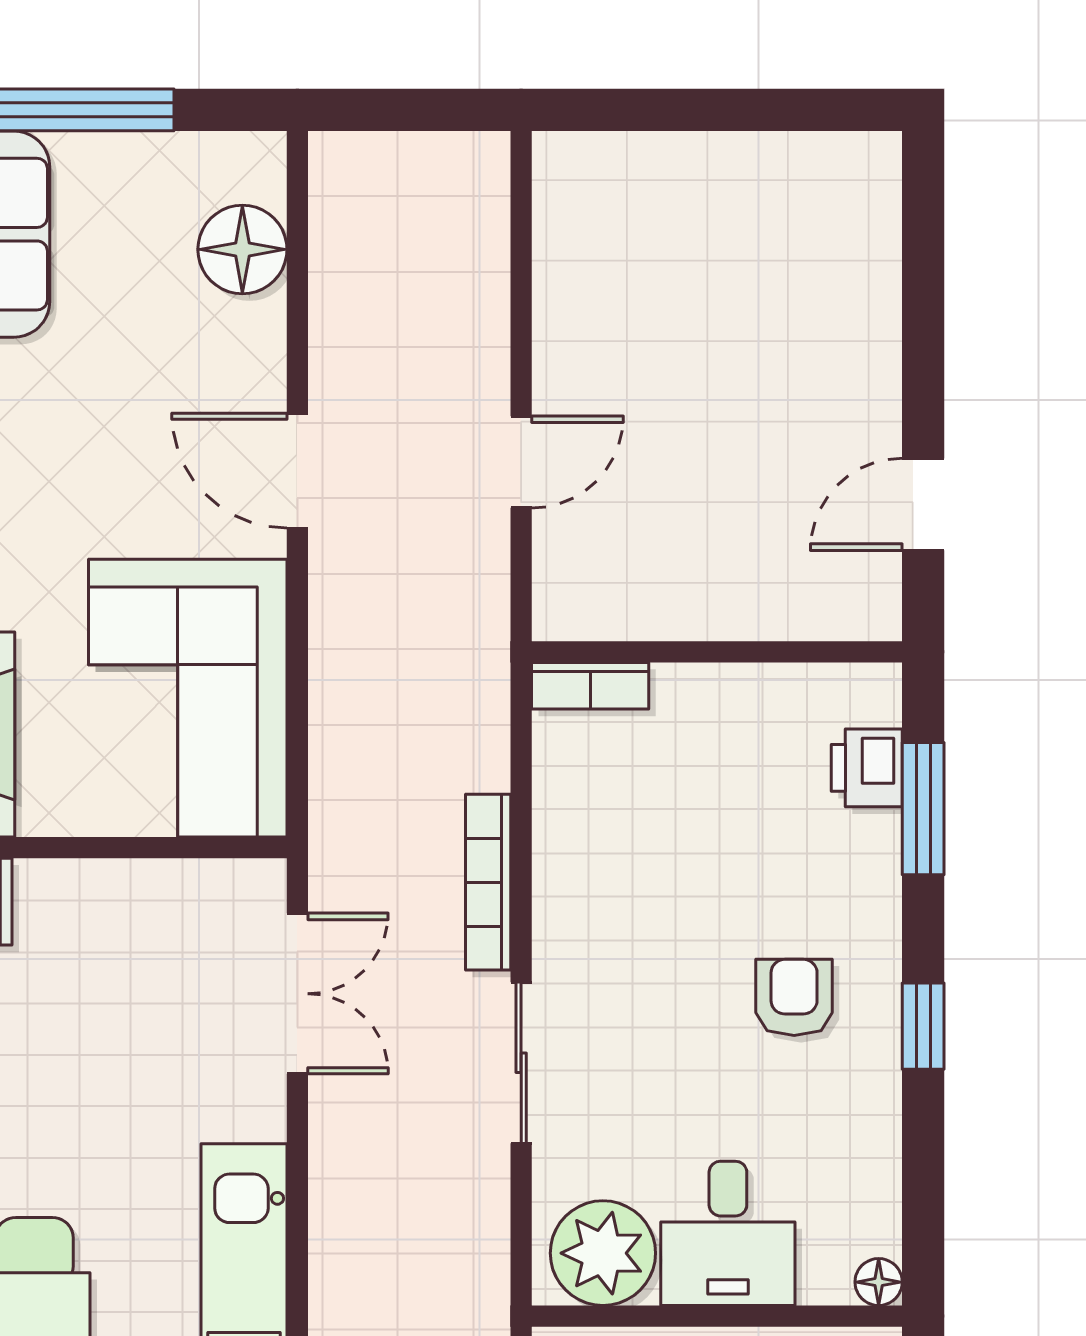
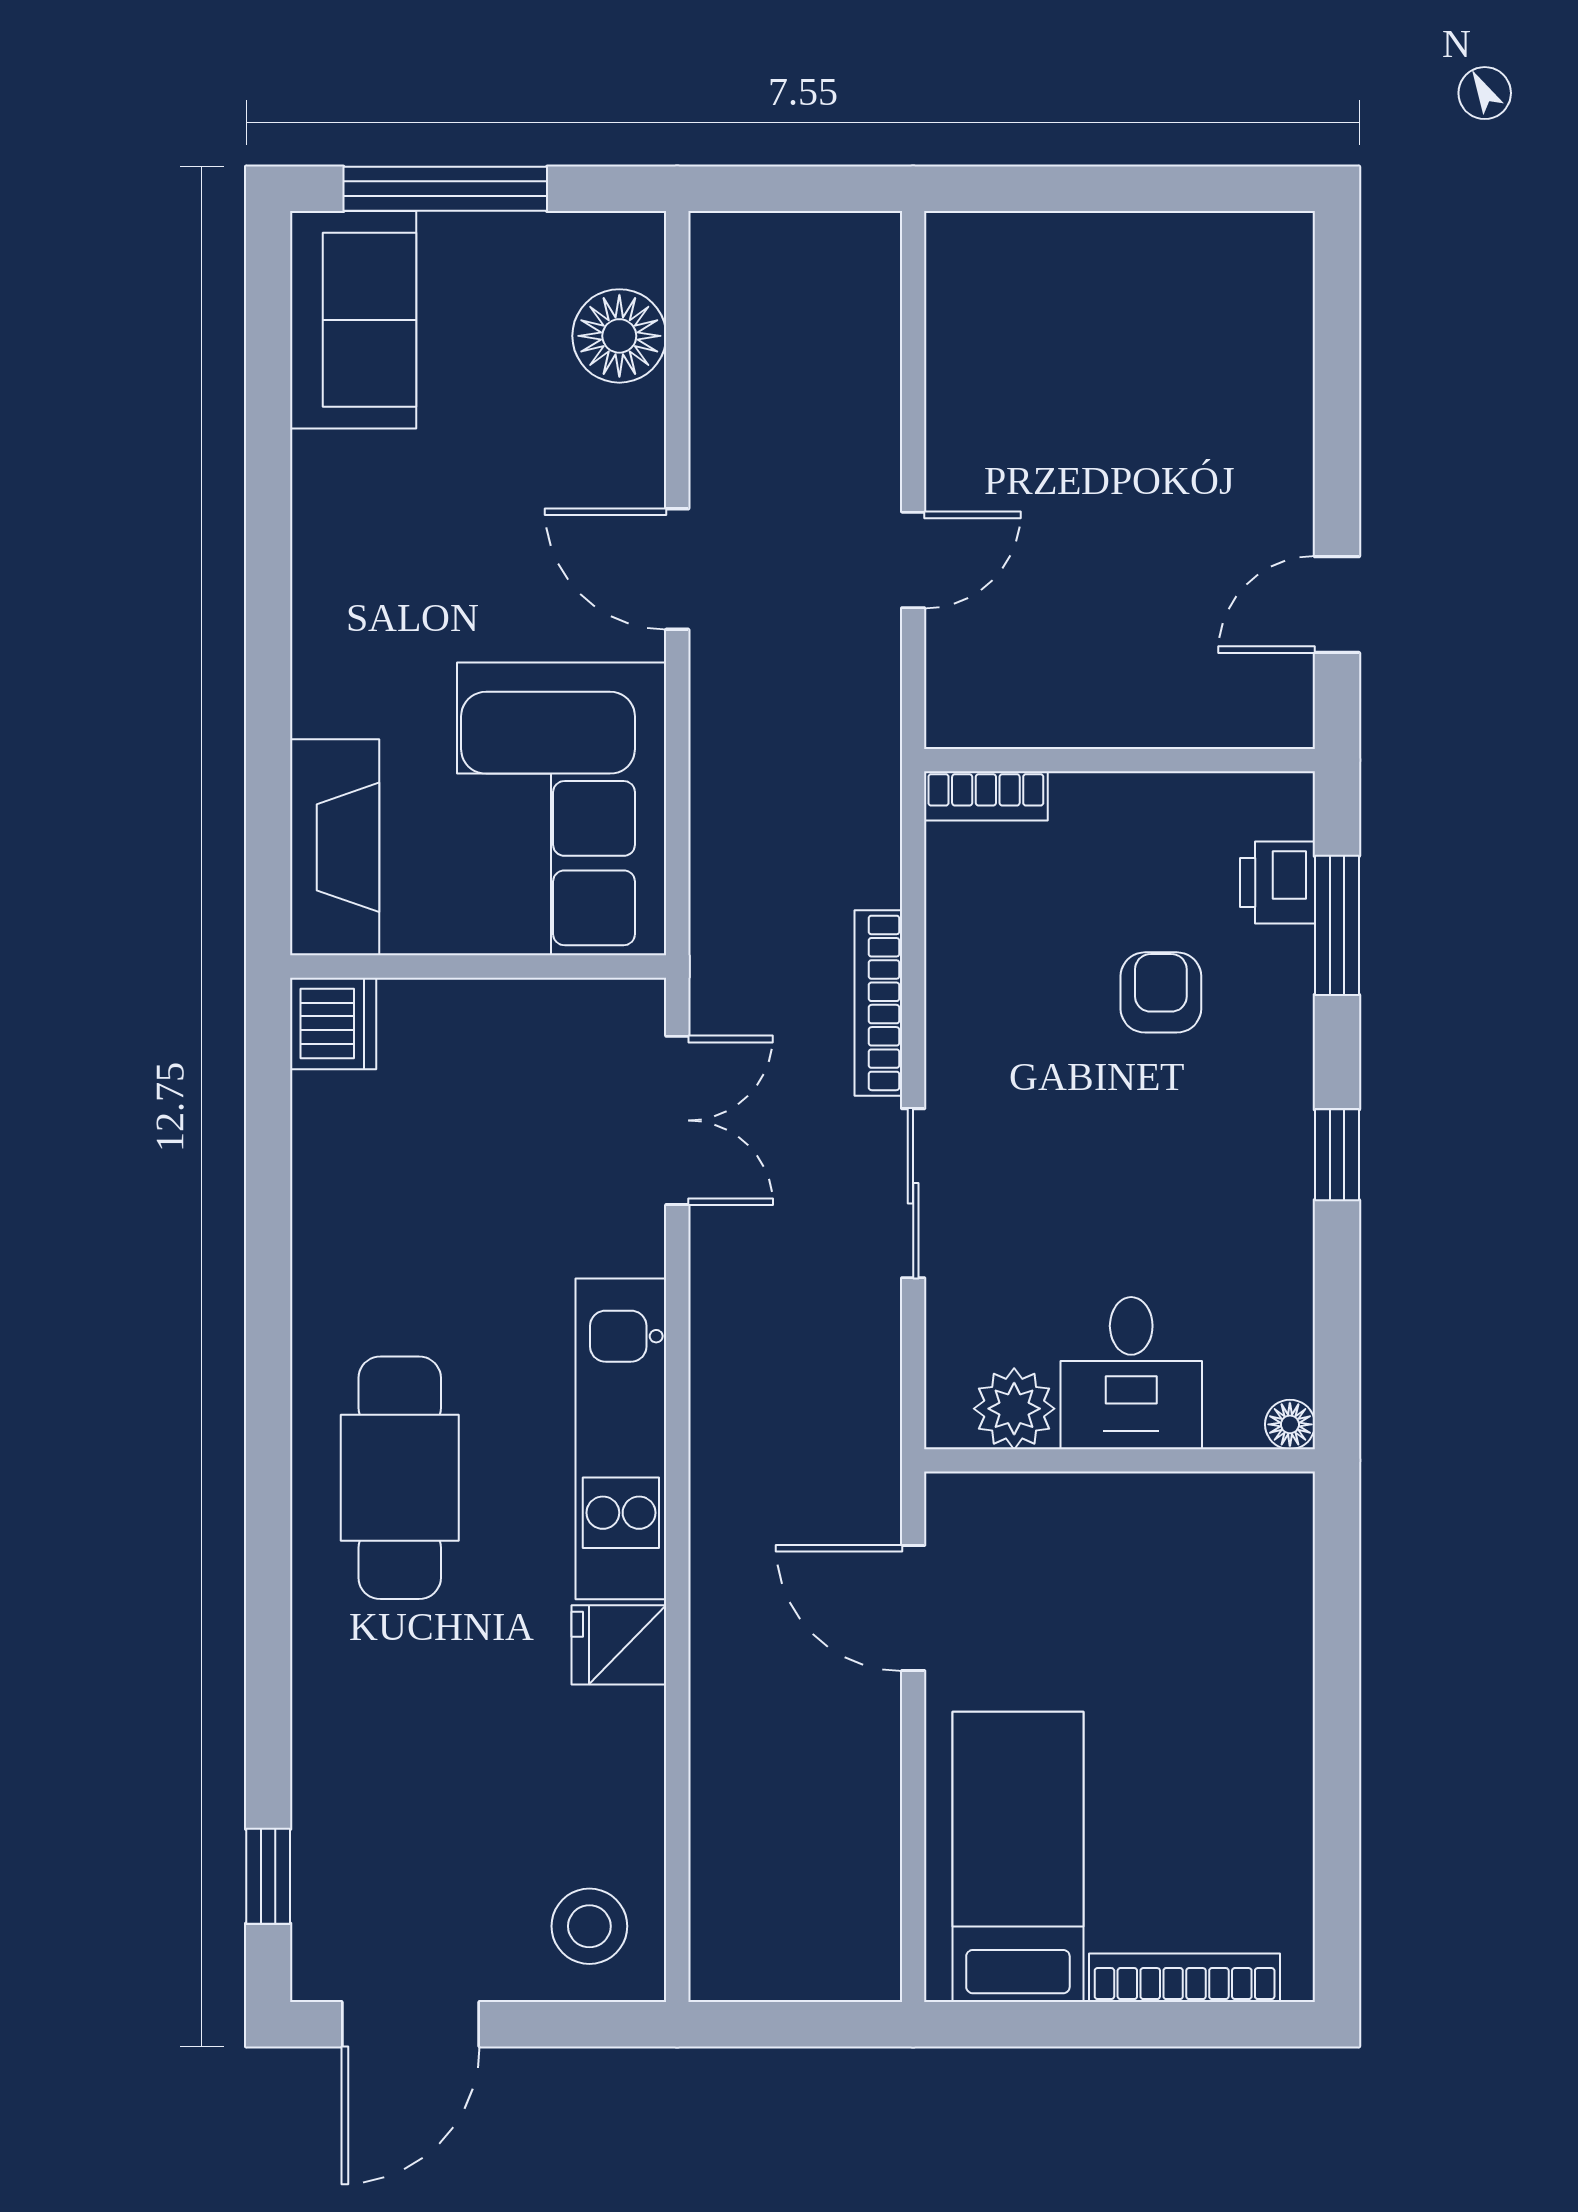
armchair: (794, 997) -> (1161, 992), moved
plant: (603, 1253) -> (1014, 1409), width x0.73, depth x0.73

